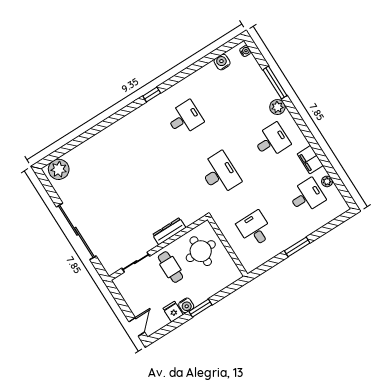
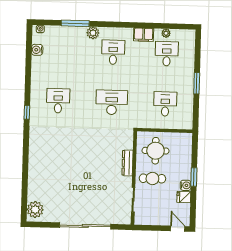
desk: (255, 229) -> (165, 104), turned 90

